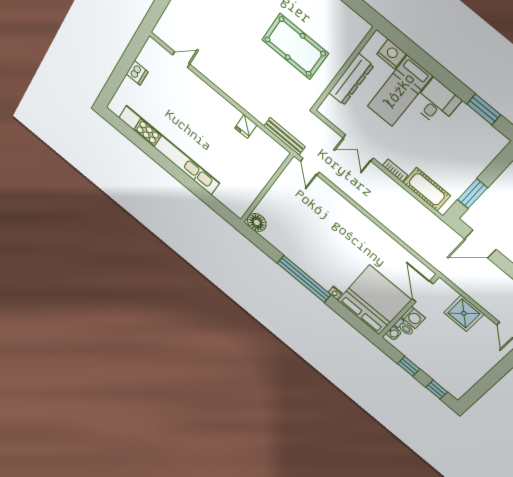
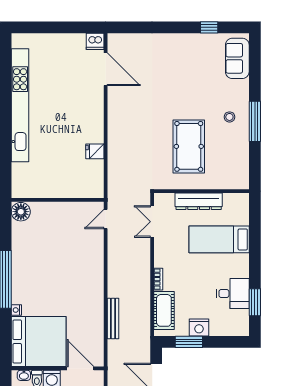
nightstand: (391, 54) -> (199, 327), moved, turned 90
door: (181, 60) -> (106, 69), width x1.88
dishwasher: (137, 73) -> (95, 41), moved
desk: (437, 103) -> (233, 294), moved
bench: (285, 136) -> (113, 319), moved
double door: (358, 148) -> (152, 222), moved
door: (423, 291) -> (80, 368), hinge flipped

